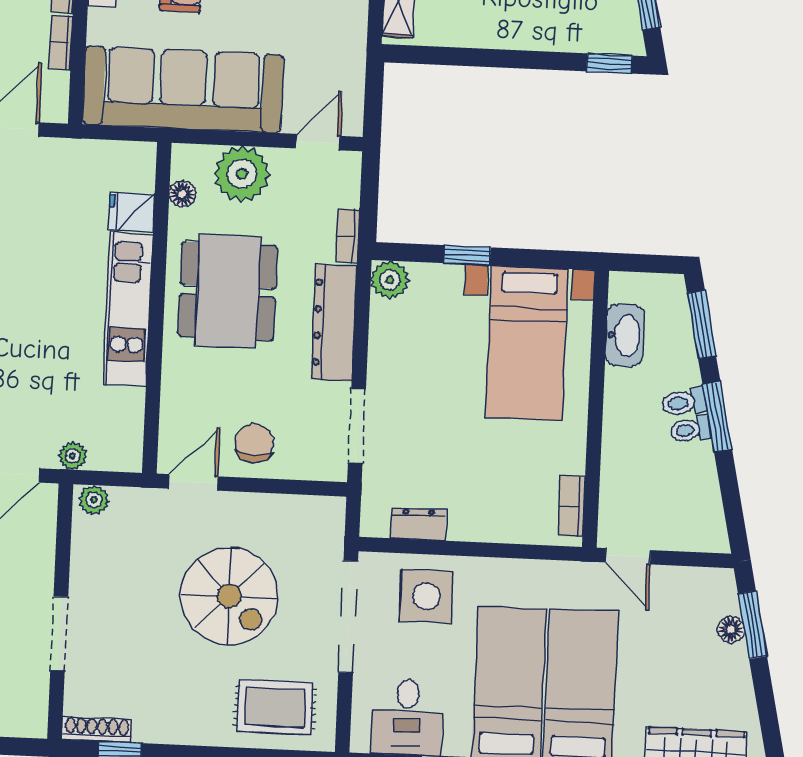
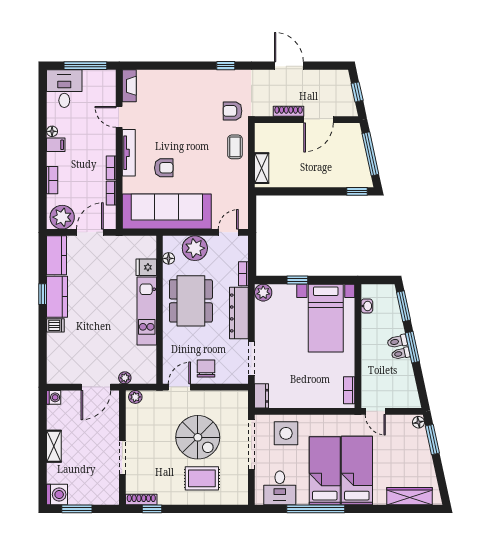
washbasin: (625, 335) -> (367, 306), width x0.52, depth x0.69
dresser: (418, 524) -> (262, 396), moved, turned 90
floor lamp: (731, 630) -> (418, 422), moved
rug: (275, 707) -> (202, 478), moved

